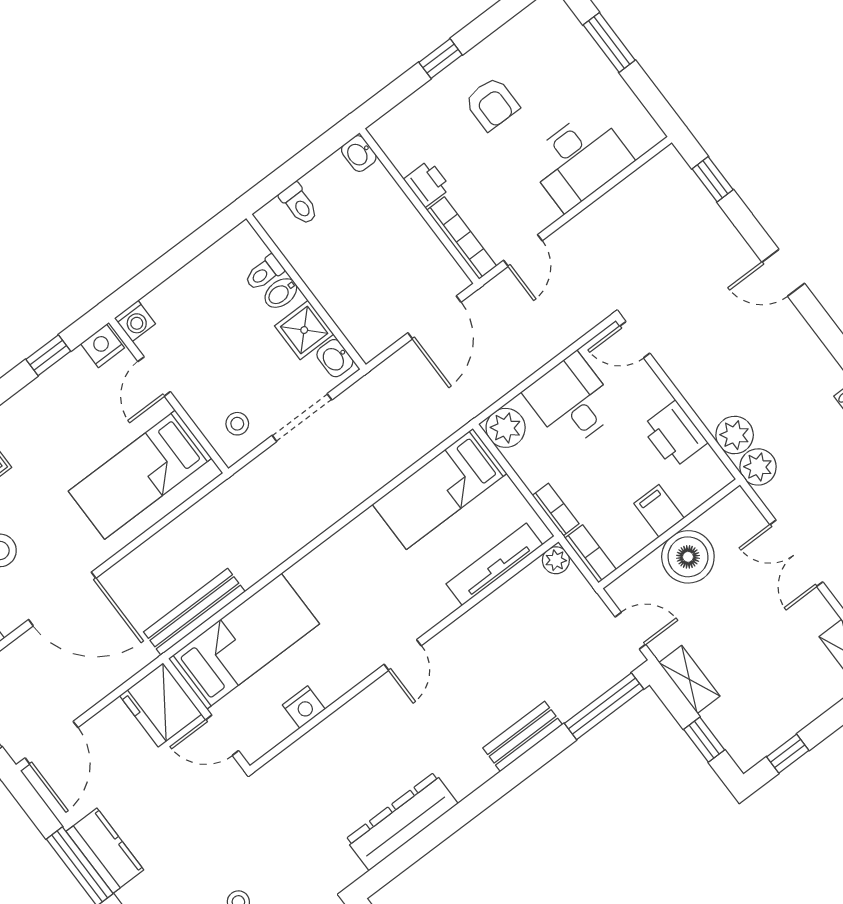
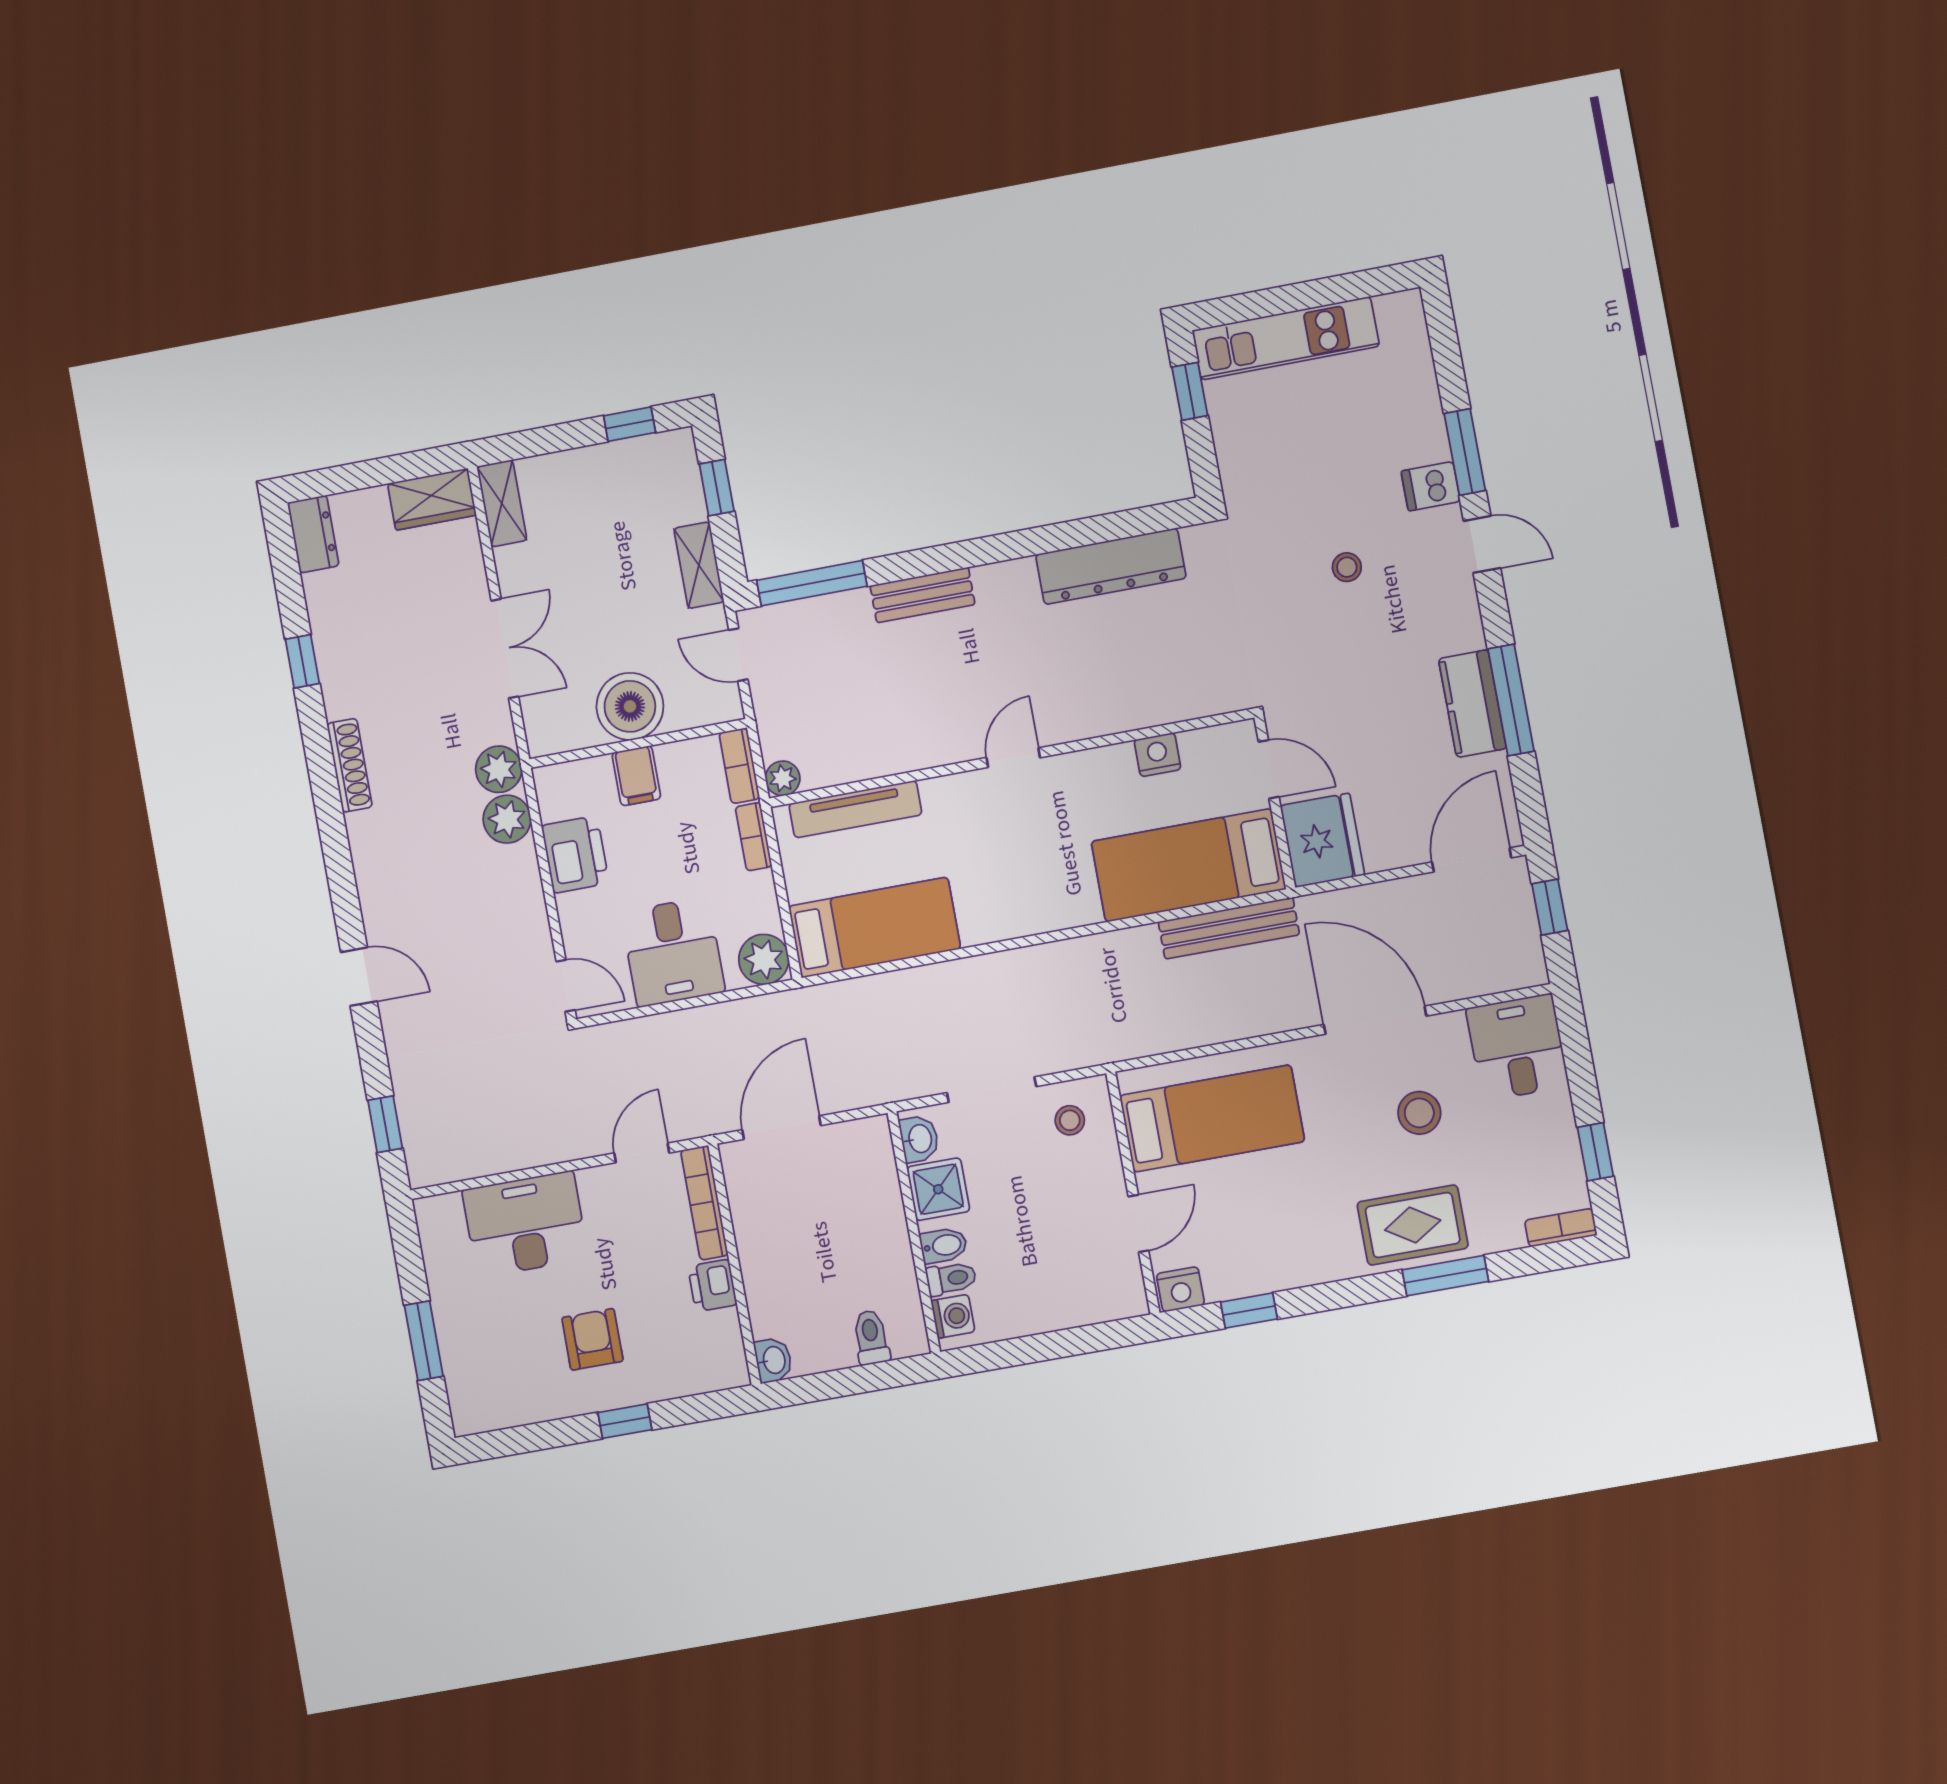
washing machine: (135, 321) -> (953, 1316), moved, turned 90

